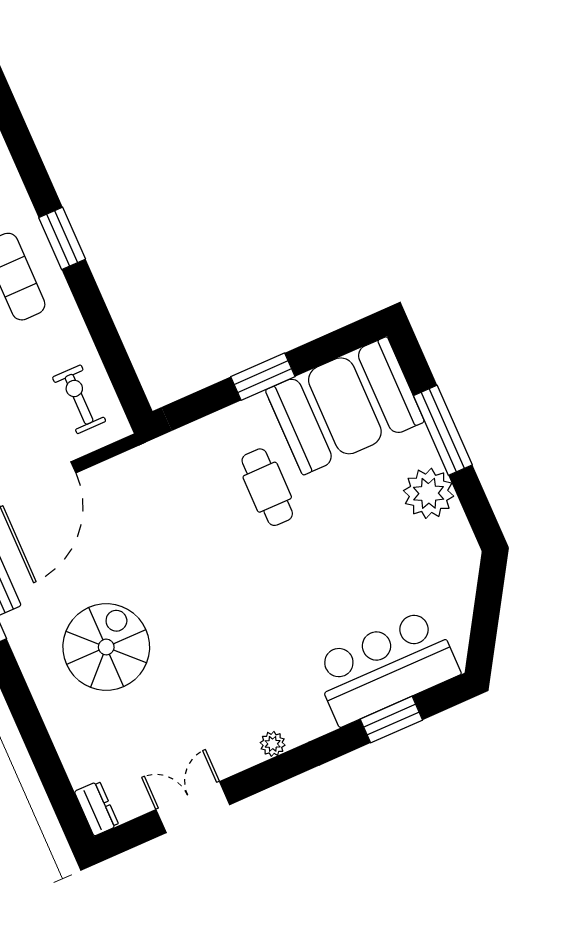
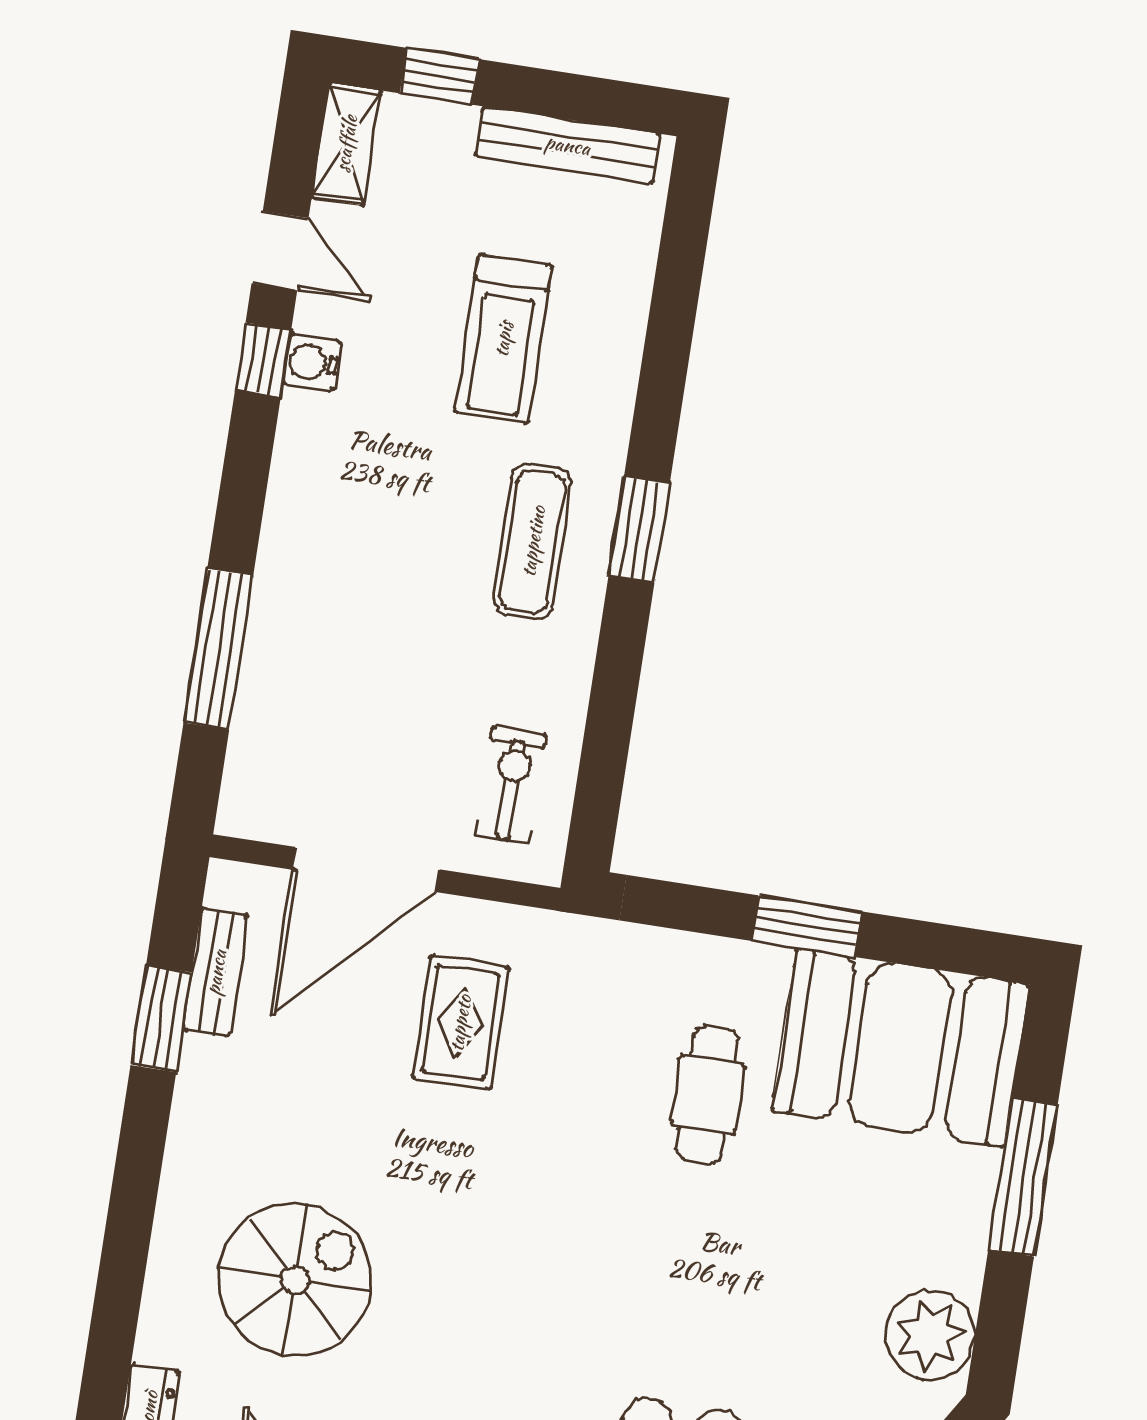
plant: (429, 493) -> (930, 1335), moved
rug: (127, 528) -> (460, 1023), added
spiral stairs: (106, 647) -> (295, 1280), moved

